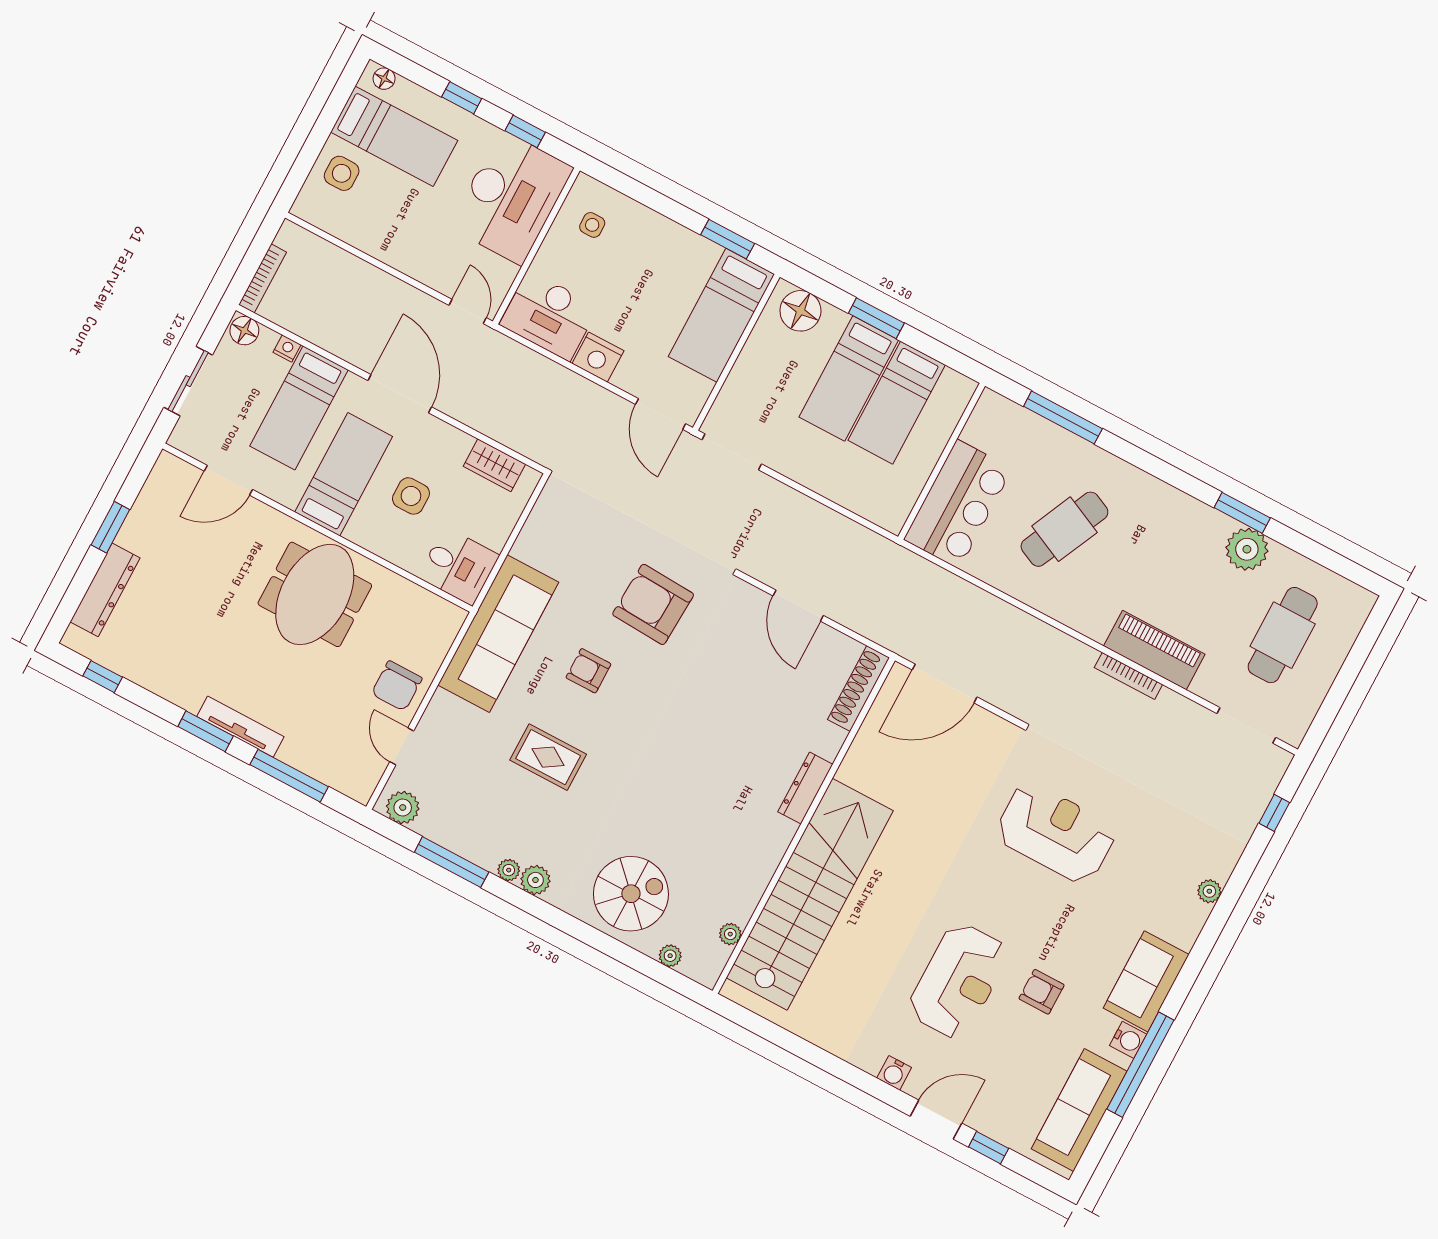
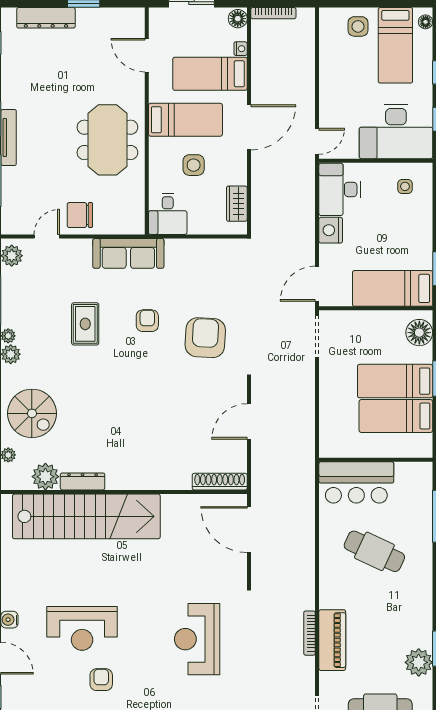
meeting table: (315, 594) -> (107, 140), turned 90
sofa: (498, 634) -> (128, 253), width x0.74, depth x0.79
dresser: (805, 788) -> (83, 481), moved
reception desk: (1056, 833) -> (197, 639), turned 180
plant: (730, 934) -> (45, 477), width x1.88, depth x1.88

